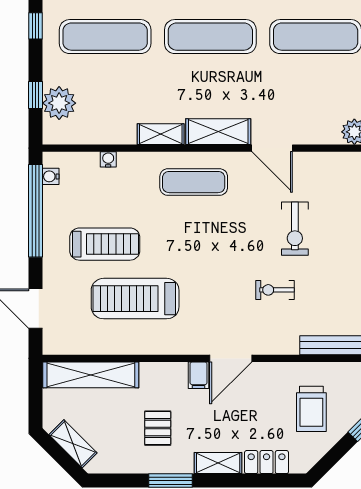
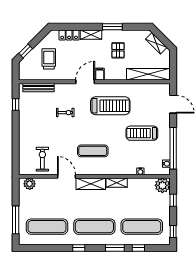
plant: (59, 103) -> (162, 185), moved
exercise mat: (194, 182) -> (93, 151), moved
exercise bike: (295, 229) -> (42, 159), moved
treadmill: (135, 299) -> (110, 106), moved

